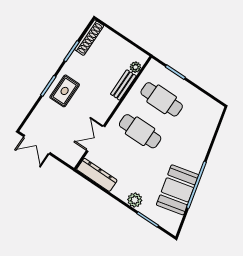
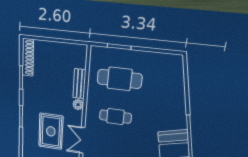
plant: (135, 67) -> (78, 105), moved
rug: (65, 91) -> (51, 131), moved, width x1.36, depth x1.43
cafe table: (140, 131) -> (115, 117), width x0.73, depth x0.74

